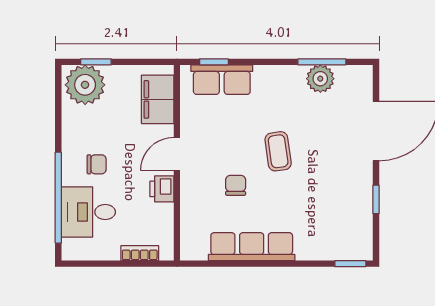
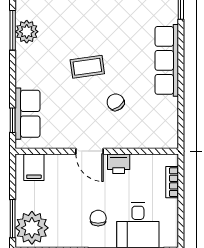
window: (96, 62) -> (13, 219), width x1.50
filing cabinet: (158, 99) -> (34, 167), width x0.50
chair: (236, 185) -> (116, 102), turned 54
row of seats: (252, 247) -> (167, 60), moved

